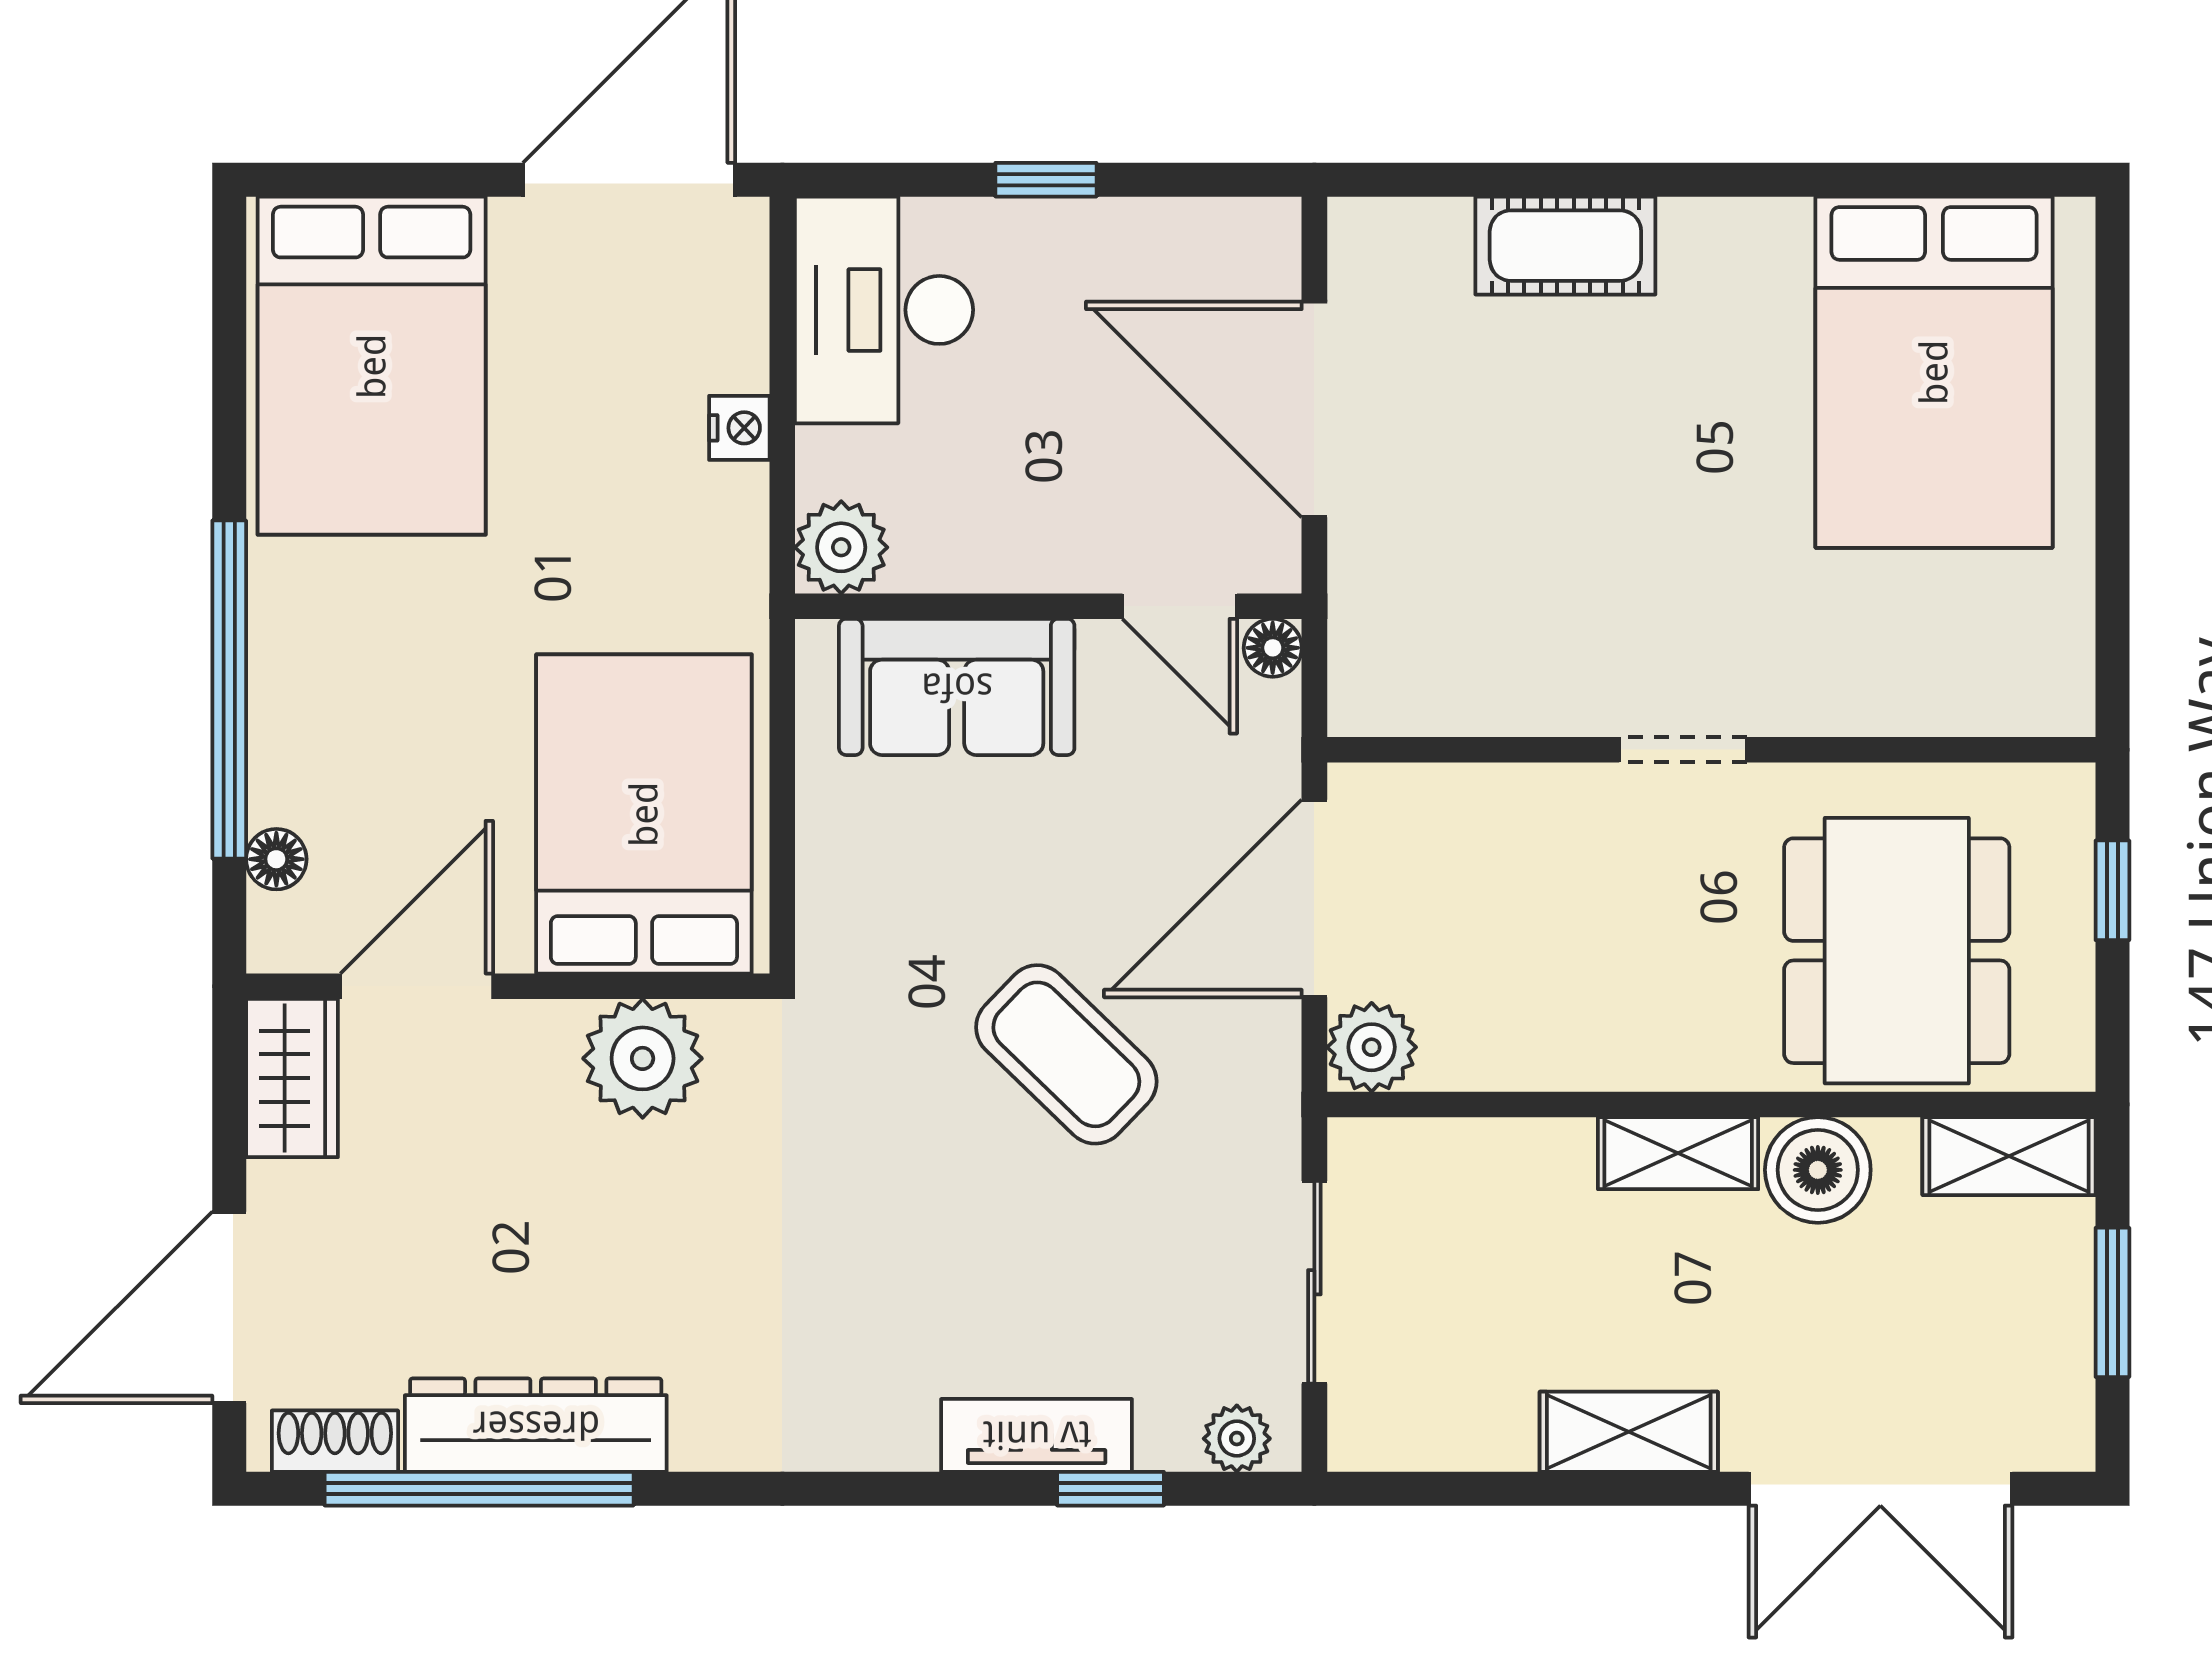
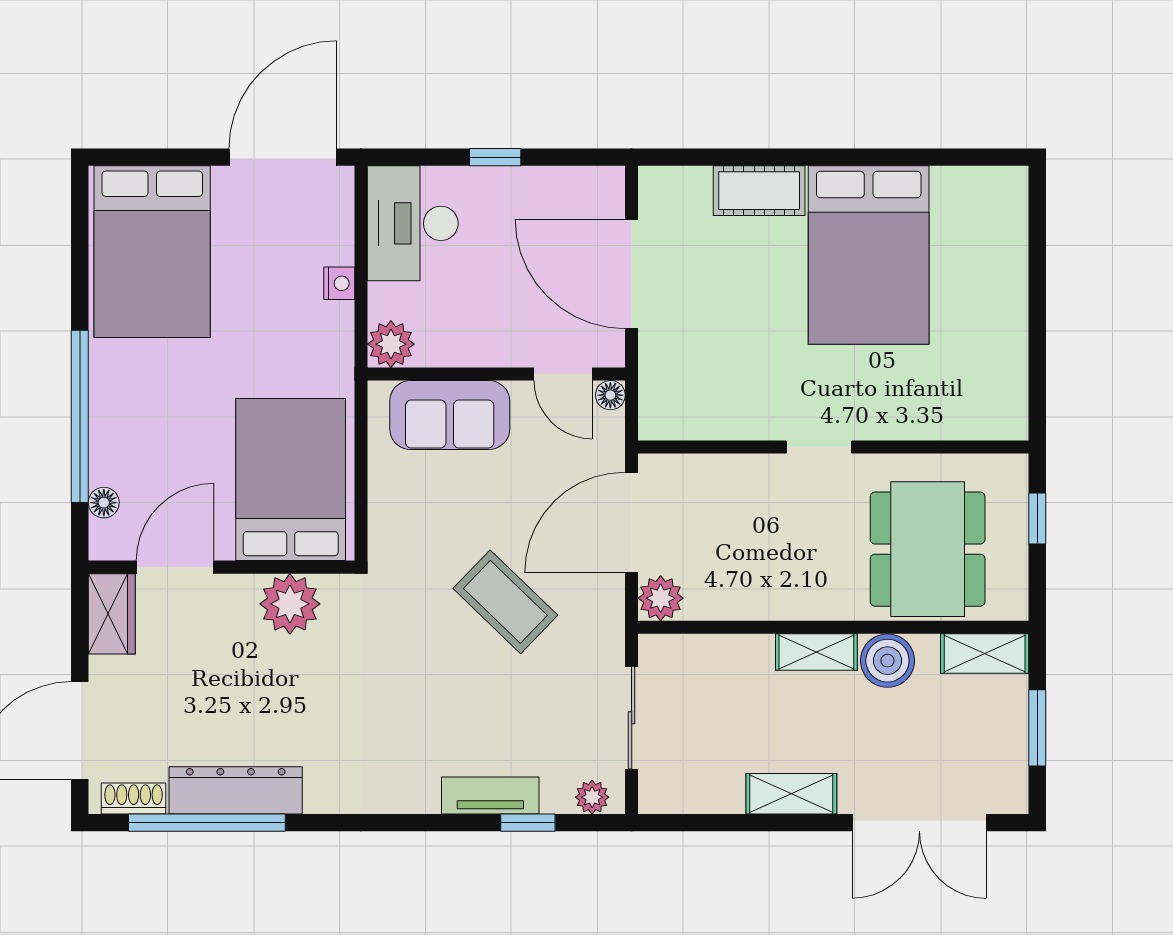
bed: (1934, 372) -> (869, 255), moved

